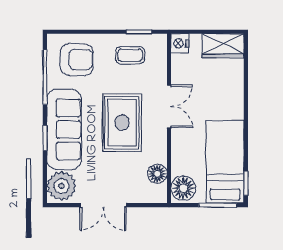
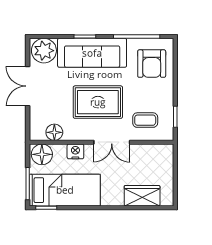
nightstand: (180, 43) -> (75, 151), moved
wardrobe: (223, 46) -> (142, 196), moved, turned 90
coffee table: (130, 55) -> (145, 120), moved, turned 90

